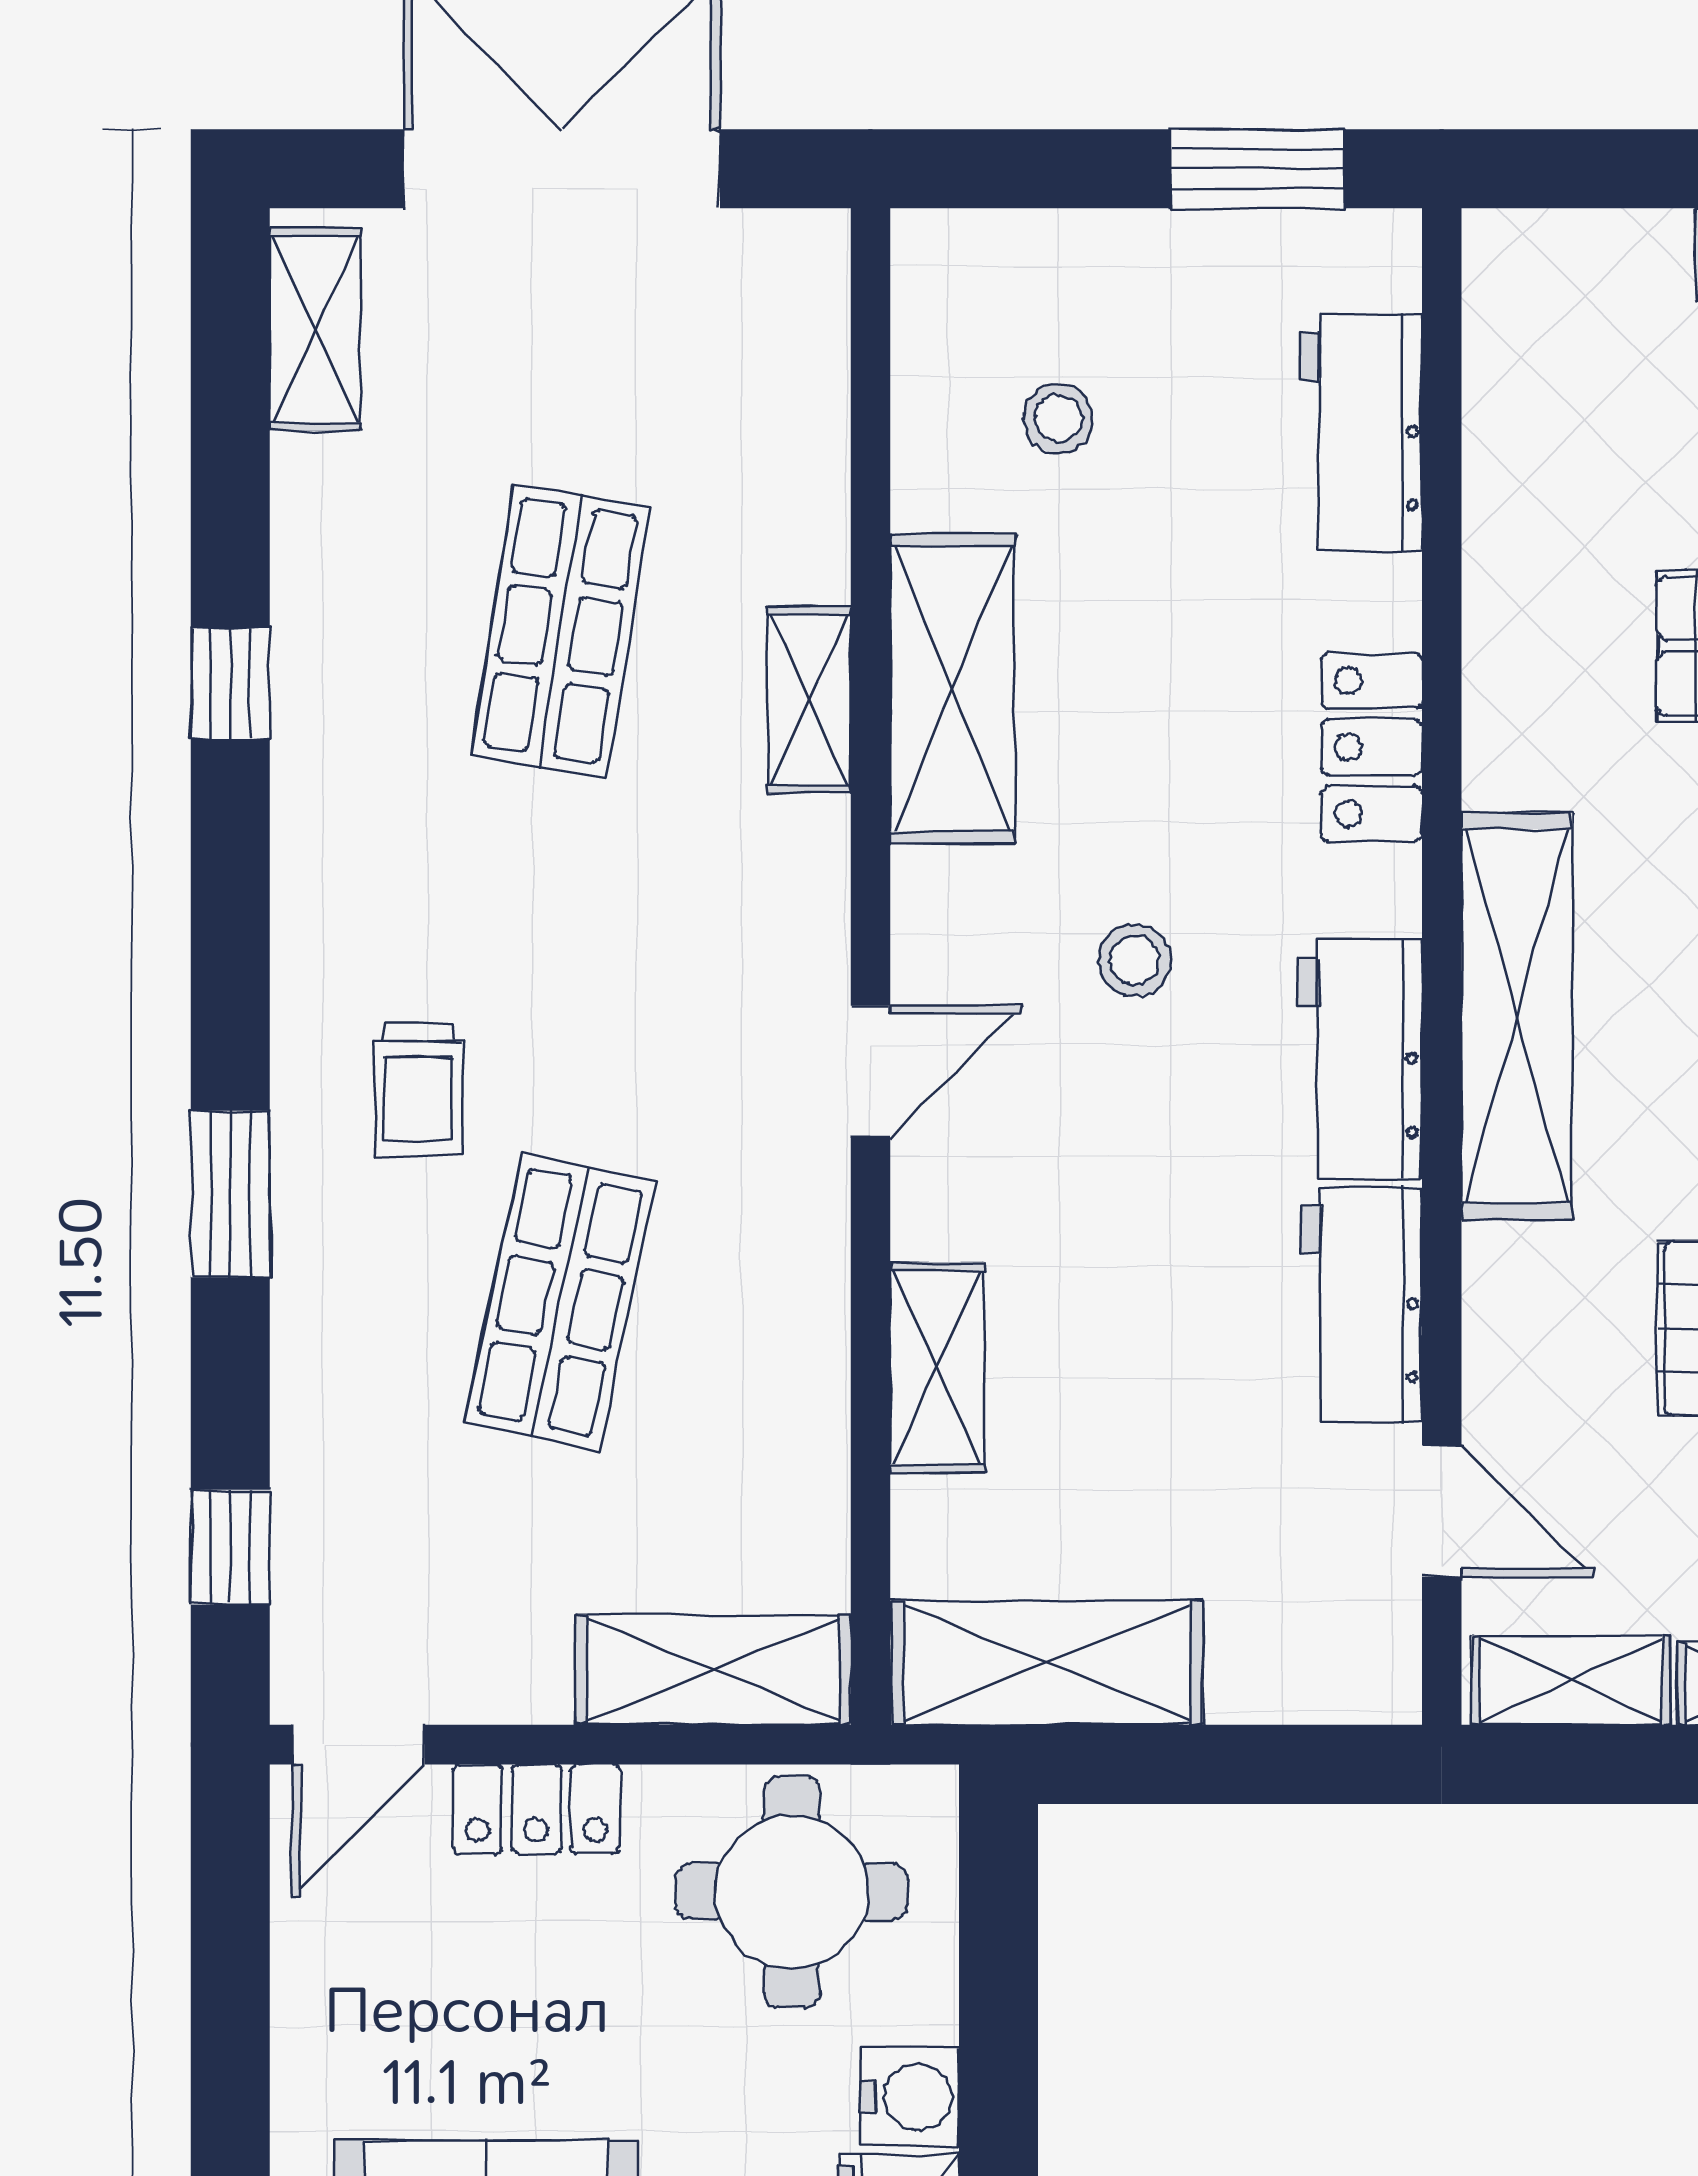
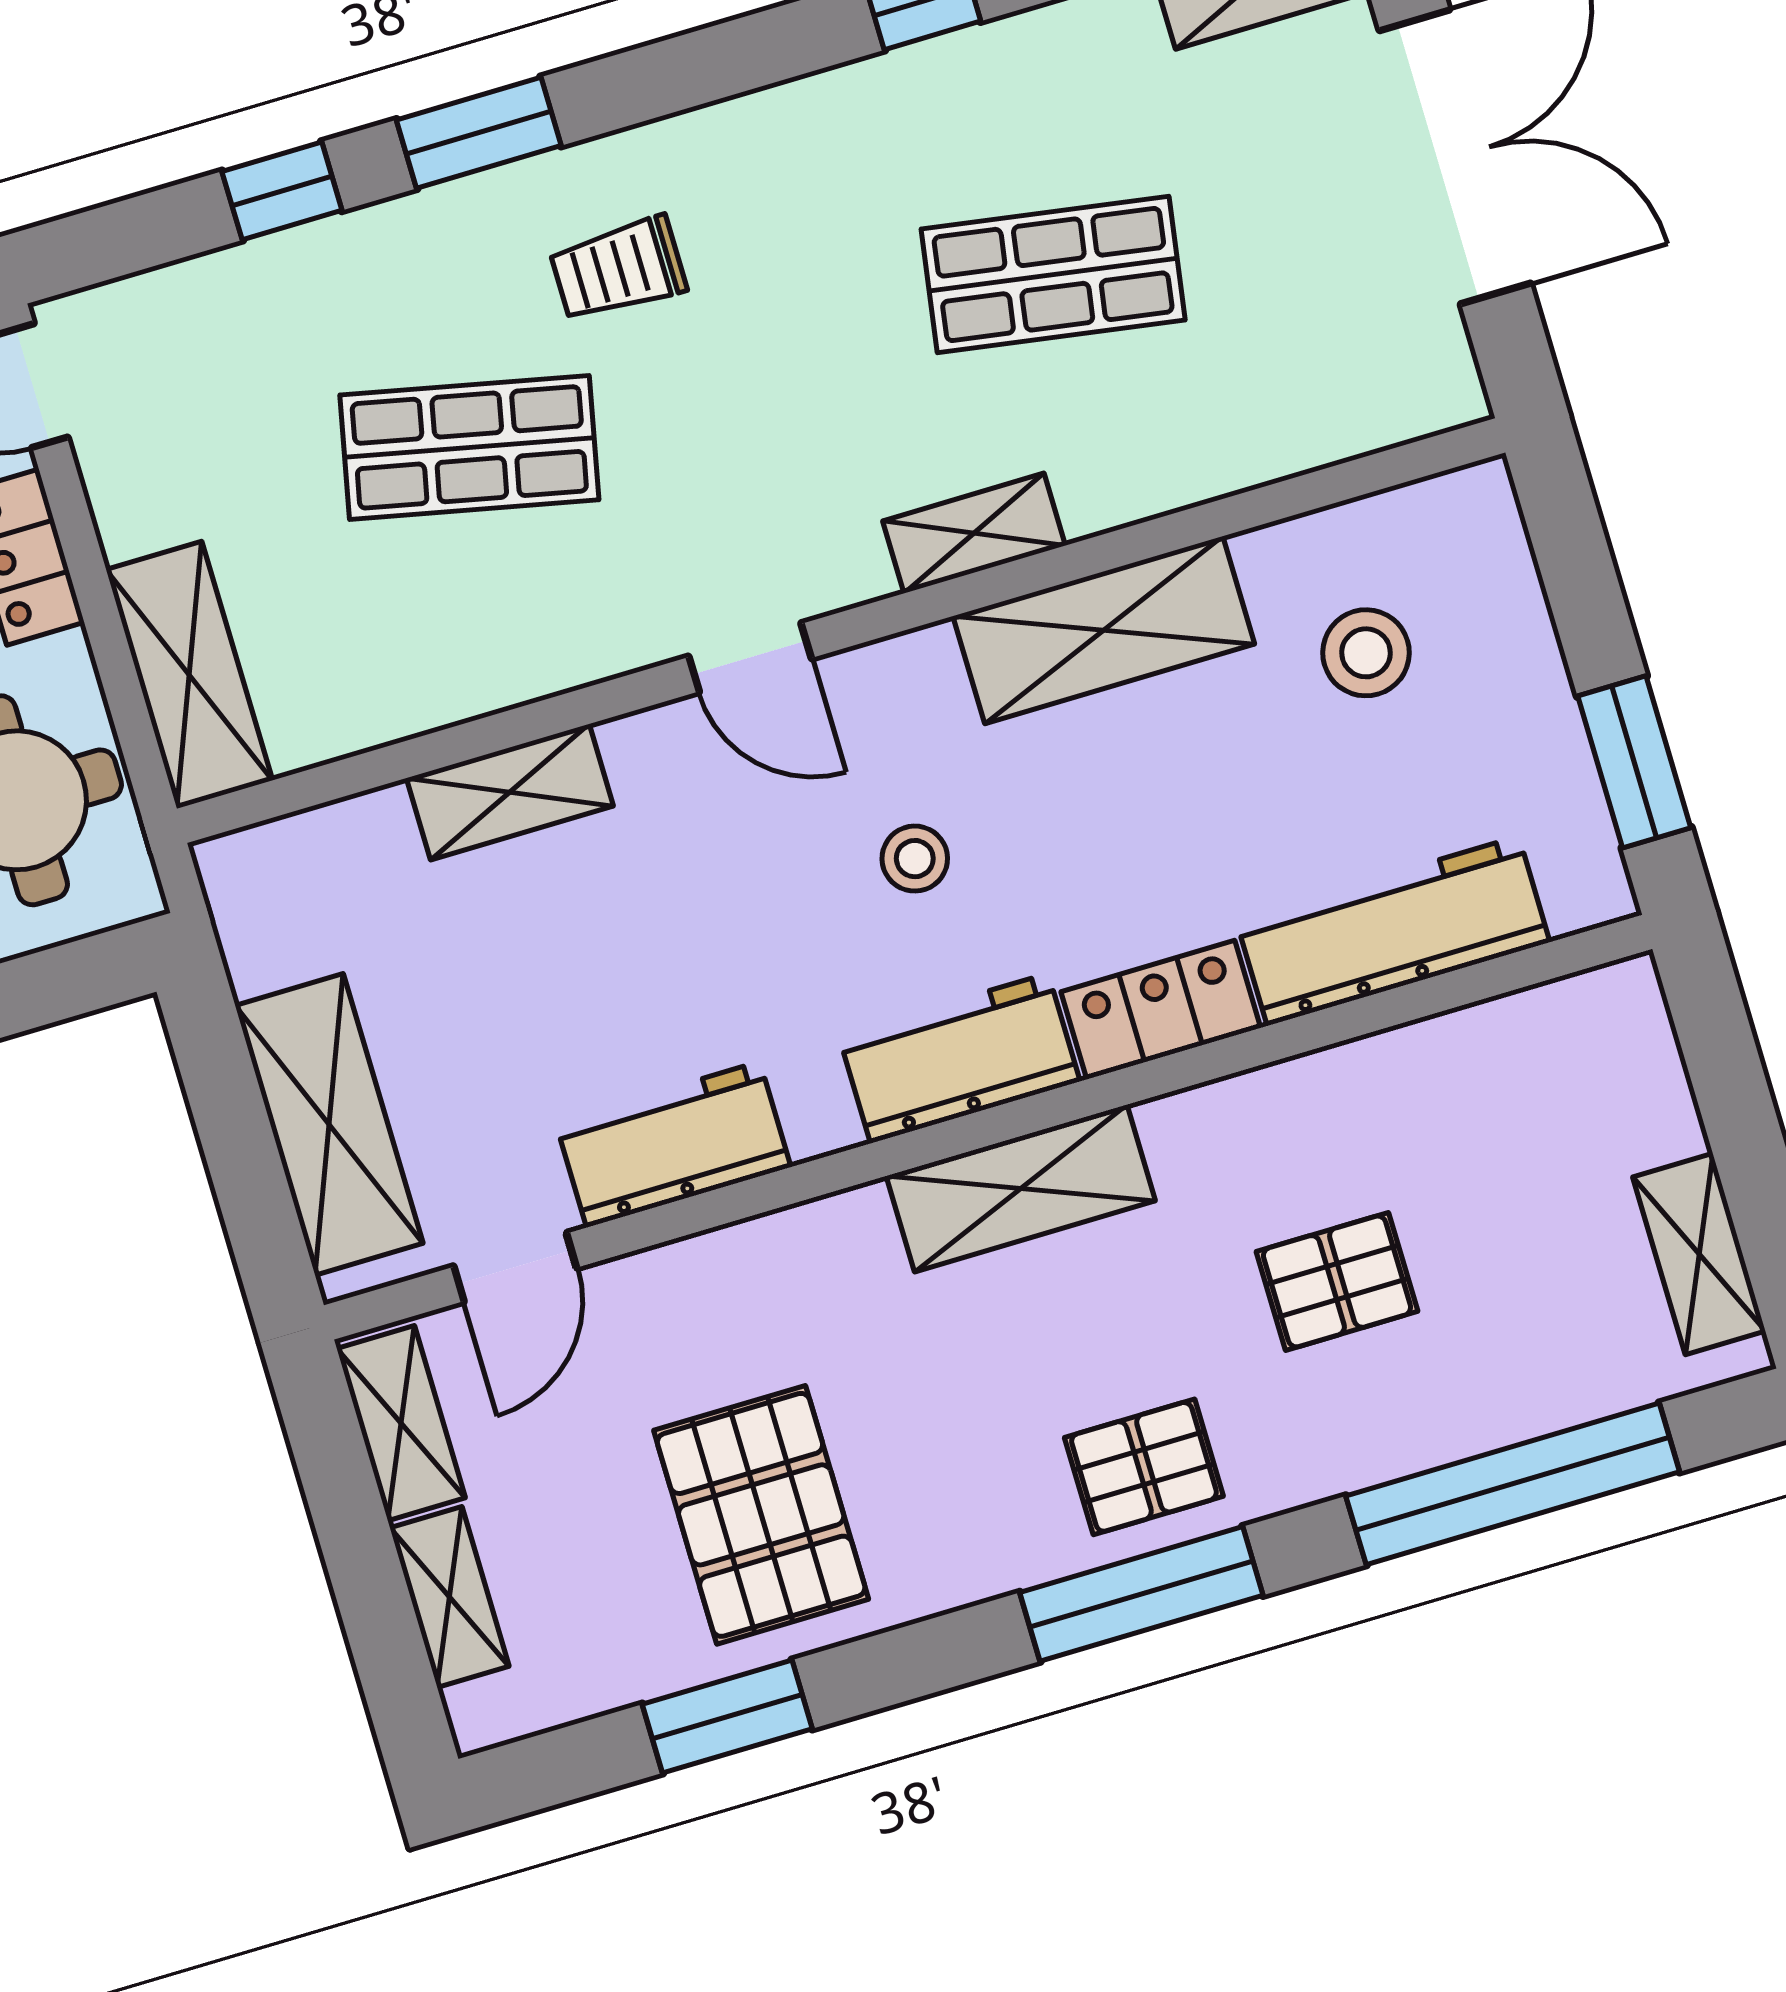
stool: (1058, 418) -> (1366, 653), width x1.37, depth x1.37
workbench: (1361, 433) -> (1393, 931), width x1.37
shelving: (809, 700) -> (974, 533), moved
shelving: (1517, 1016) -> (1021, 1188), width x0.68
workbench: (1360, 1059) -> (959, 1058), moved
window: (230, 1547) -> (282, 191), moved
shelving: (1047, 1663) -> (329, 1124), moved

